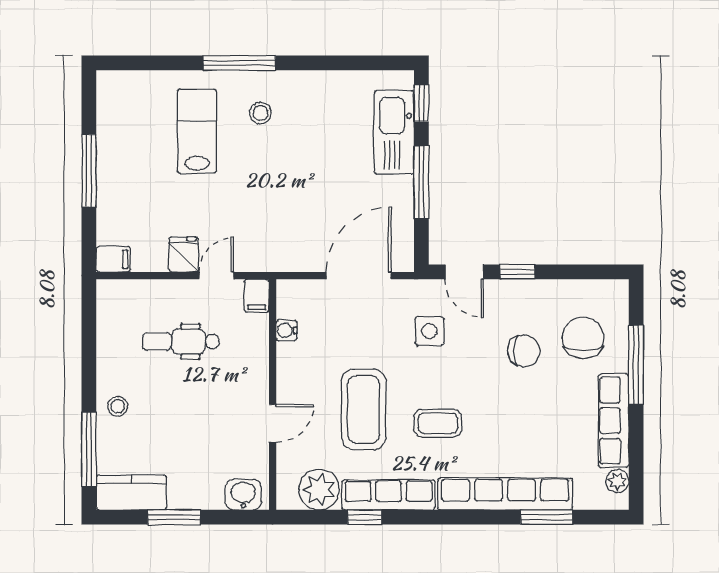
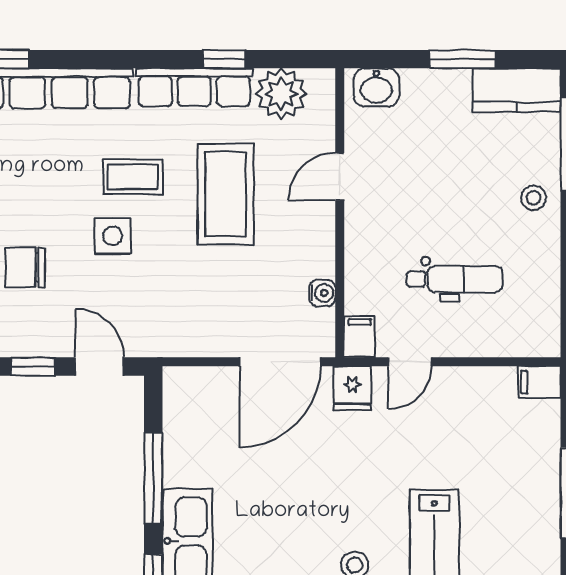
fridge: (184, 254) -> (352, 388), moved
door: (359, 276) -> (280, 362), moved
side table: (429, 331) -> (112, 236), moved

